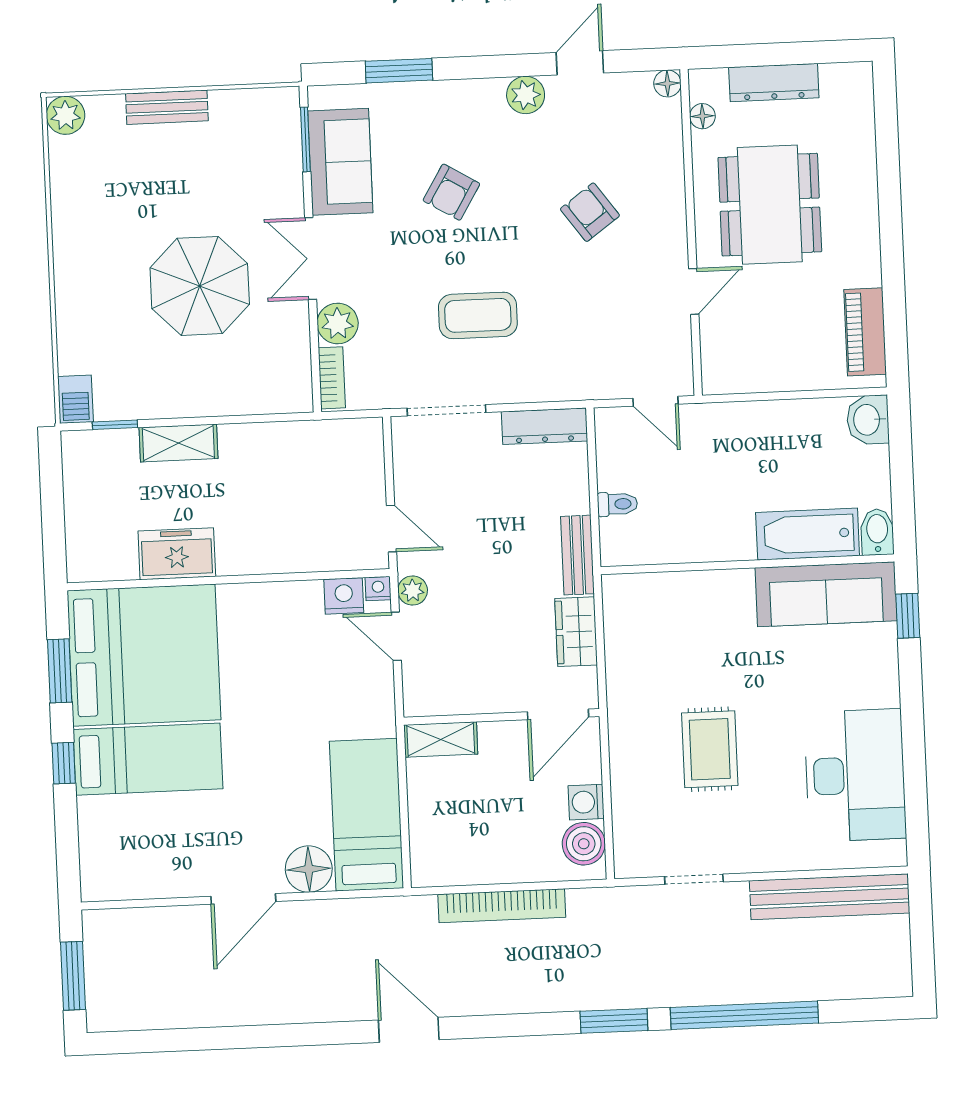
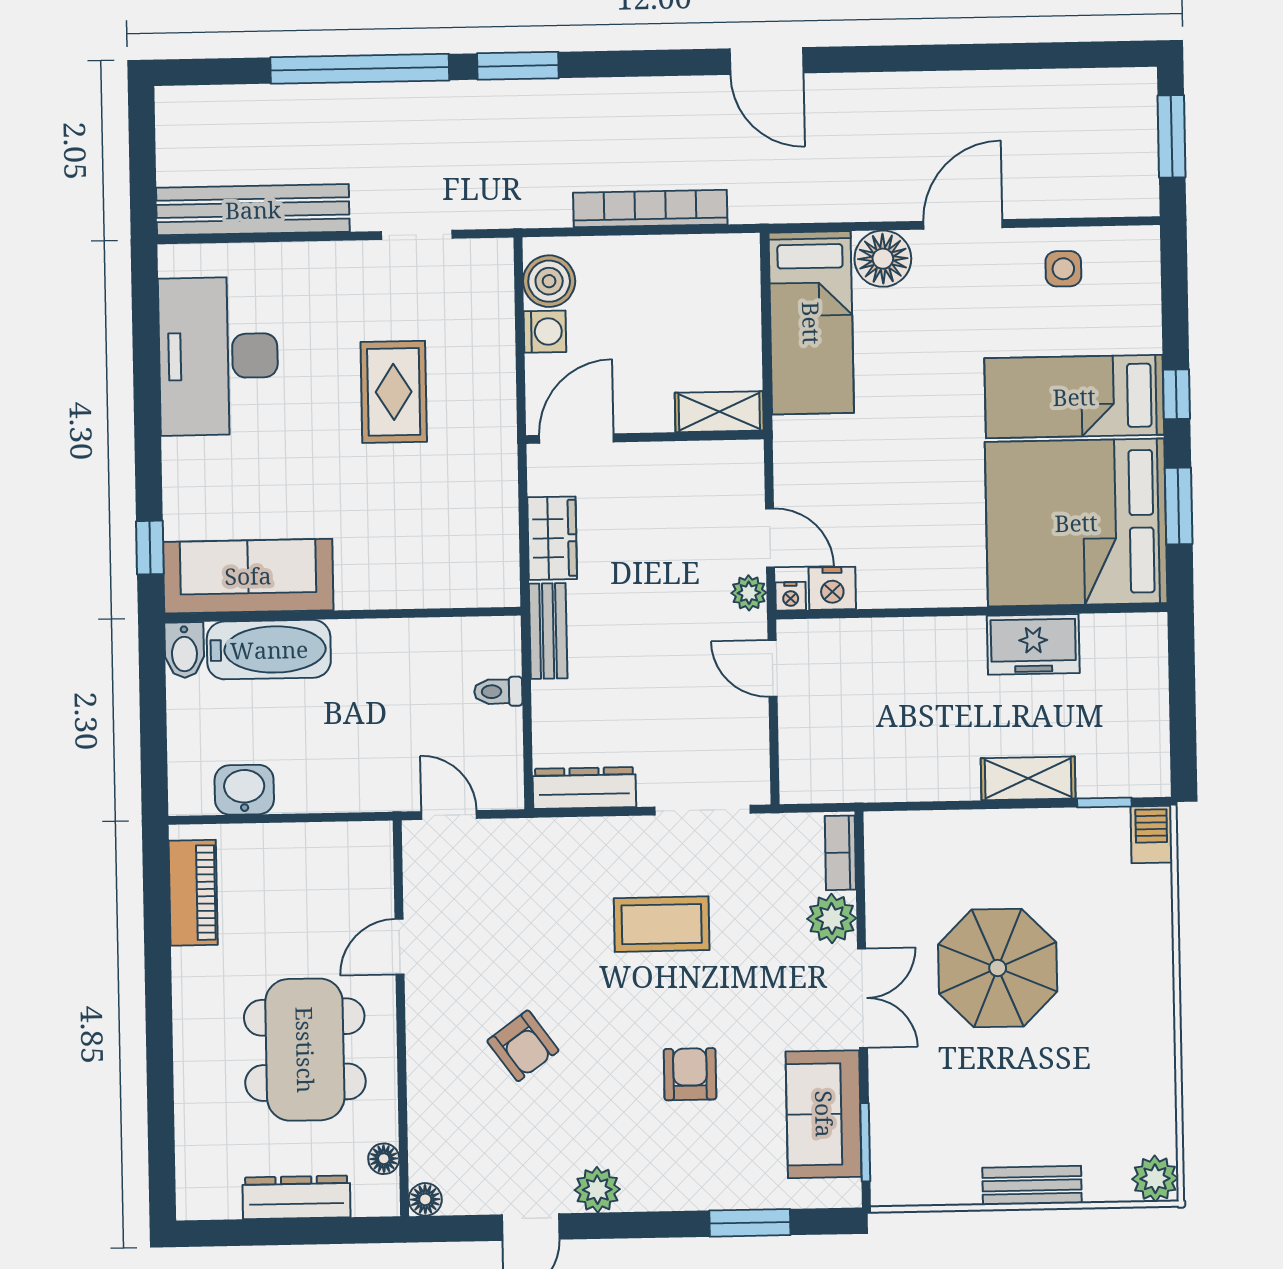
armchair: (451, 192) -> (690, 1074), turned -31
washbasin: (868, 420) -> (244, 790), moved, turned -90
side table: (160, 864) -> (1063, 269), added

